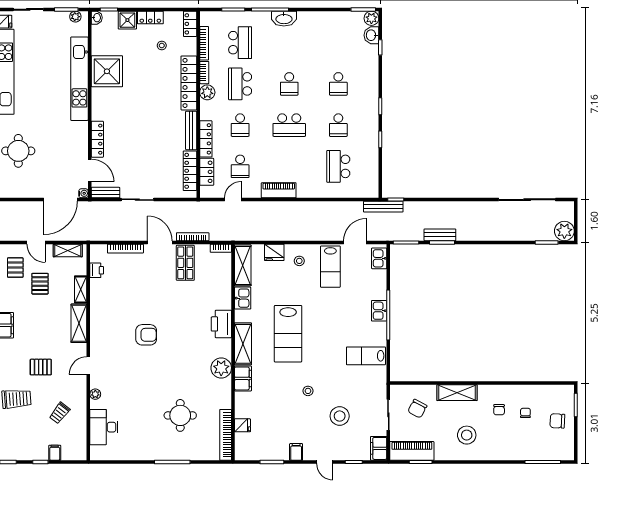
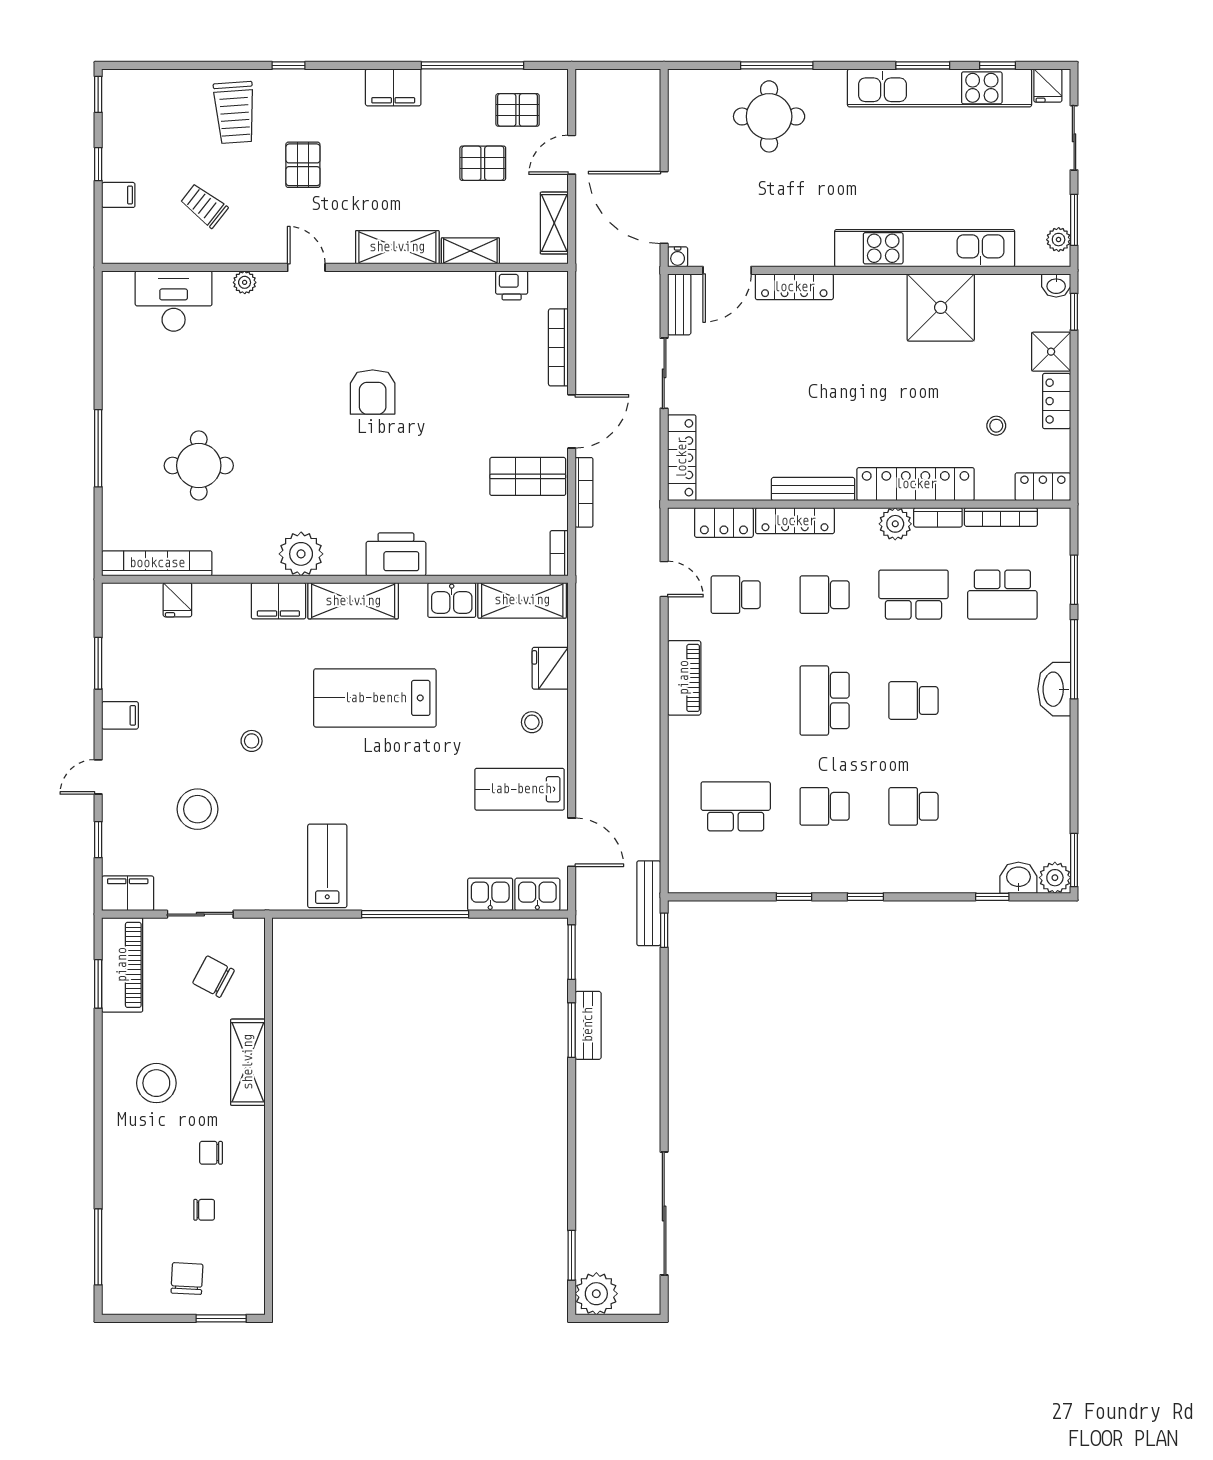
locker: (190, 171) -> (682, 458), moved, turned 90
kitchen sink: (379, 311) -> (490, 894), moved

